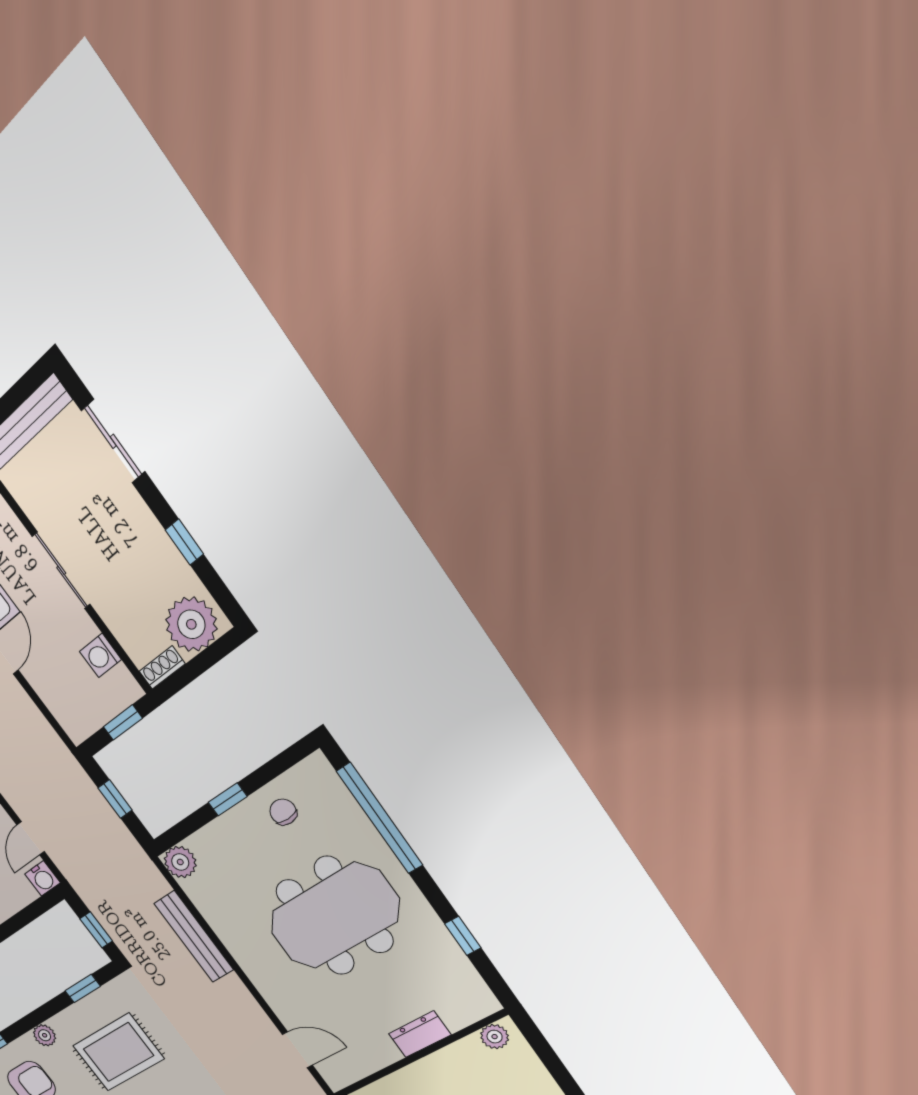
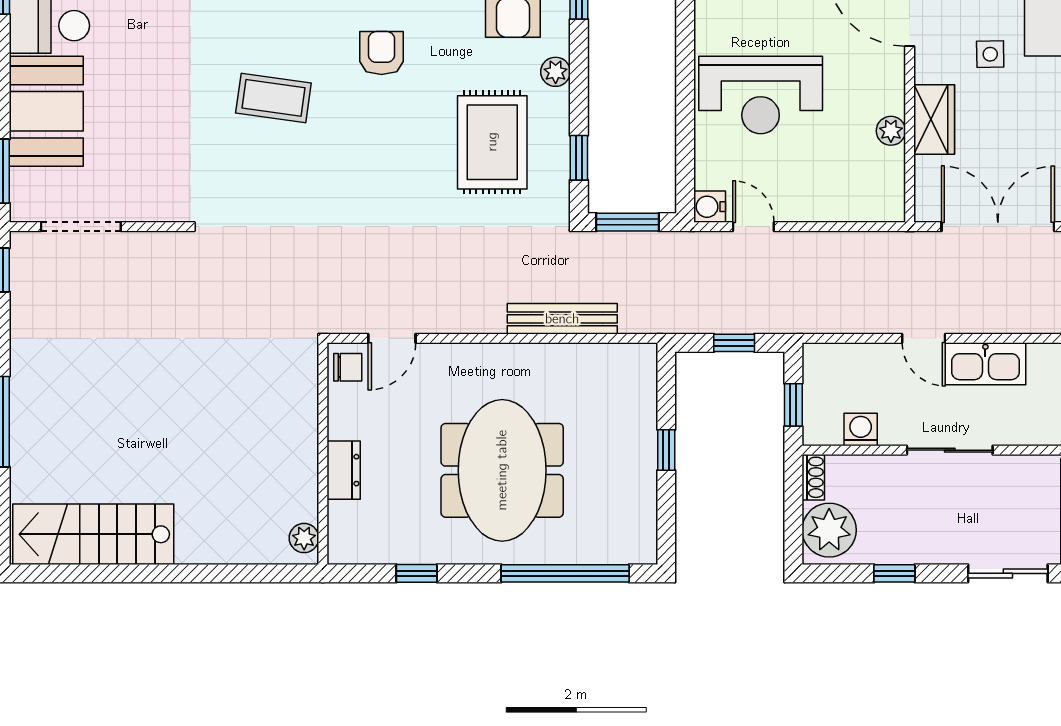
chair: (283, 812) -> (348, 367), moved
plant: (180, 862) -> (639, 361), removed
window: (96, 930) -> (627, 222), width x1.50

